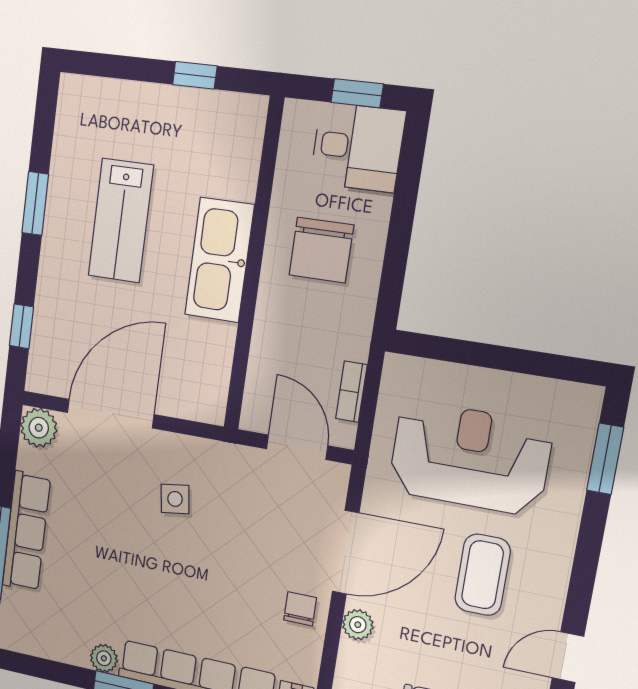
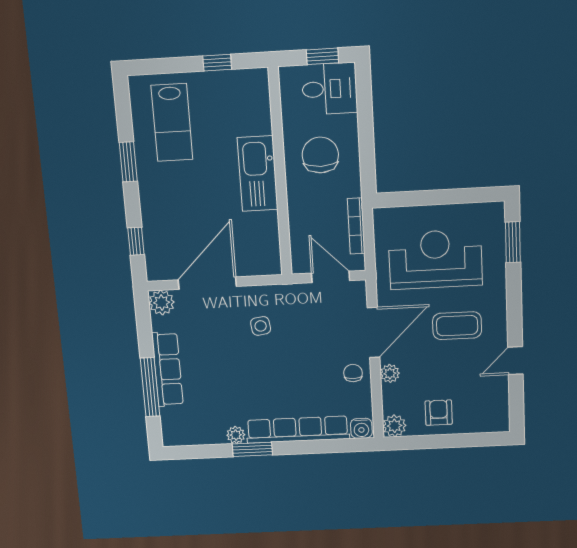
lab bench: (121, 221) -> (172, 122), moved
chair: (321, 250) -> (320, 155), turned 180
bookcase: (351, 392) -> (356, 226), width x1.56
coffee table: (483, 575) -> (457, 326), turned 90

